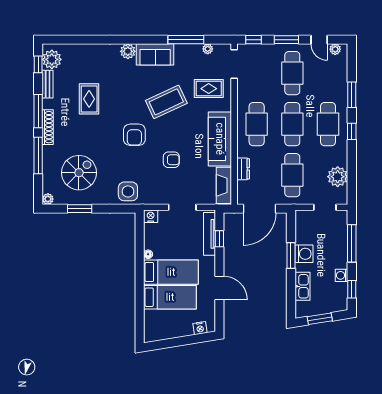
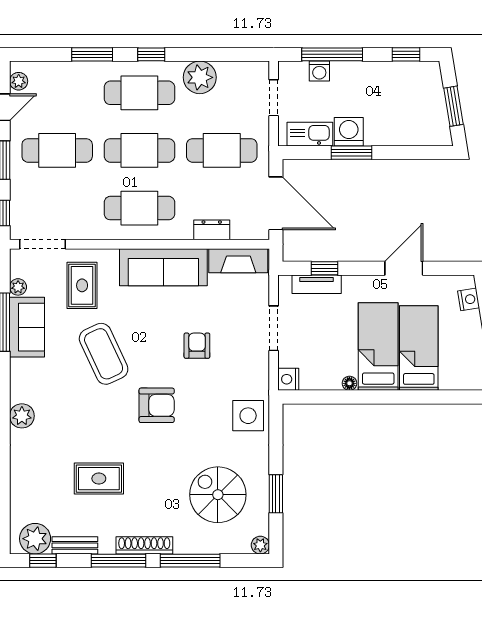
sofa: (155, 54) -> (27, 327), moved
plant: (338, 177) -> (200, 77), moved
tv unit: (209, 234) -> (317, 284), width x0.71
washing machine: (342, 275) -> (319, 71), moved
kitchen sink: (302, 286) -> (310, 134), moved

